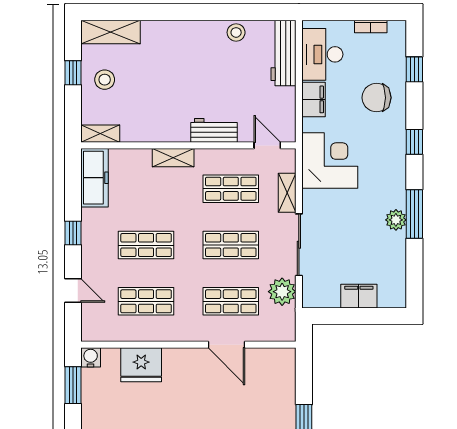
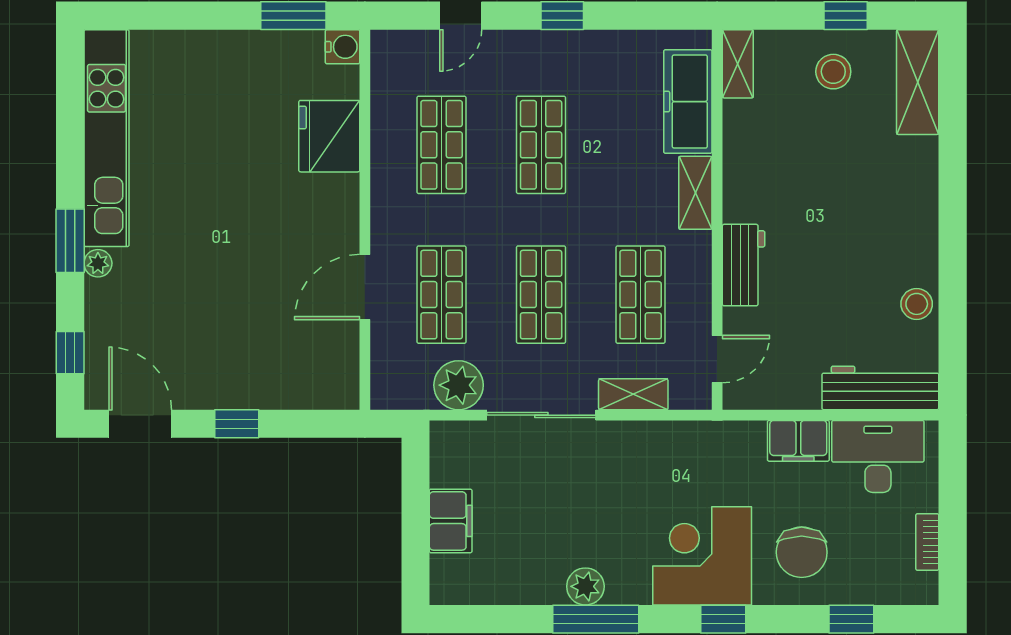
chair: (377, 98) -> (802, 552), turned 180
corner desk: (330, 161) -> (702, 556), moved, turned 180
freezer: (95, 178) -> (688, 102), moved, turned 90

